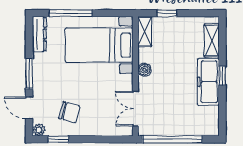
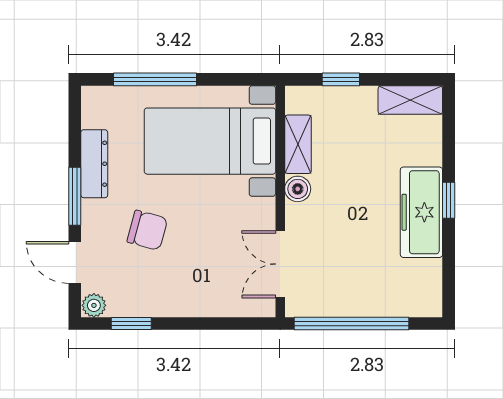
shelving: (145, 32) -> (298, 144), moved
dresser: (39, 34) -> (94, 164), moved
shelving: (212, 41) -> (410, 100), moved, turned 90
chair: (69, 112) -> (147, 230), moved

